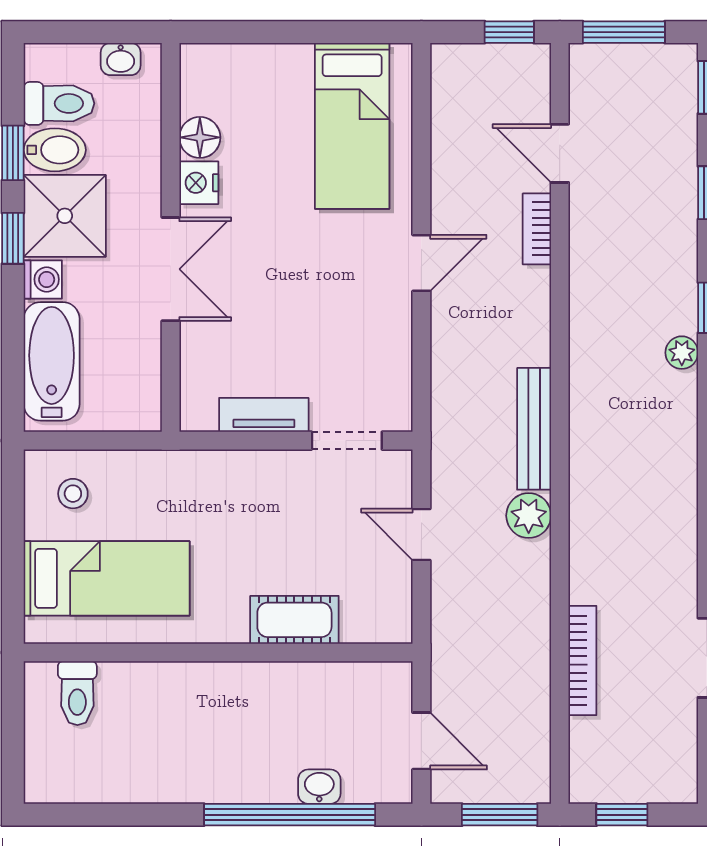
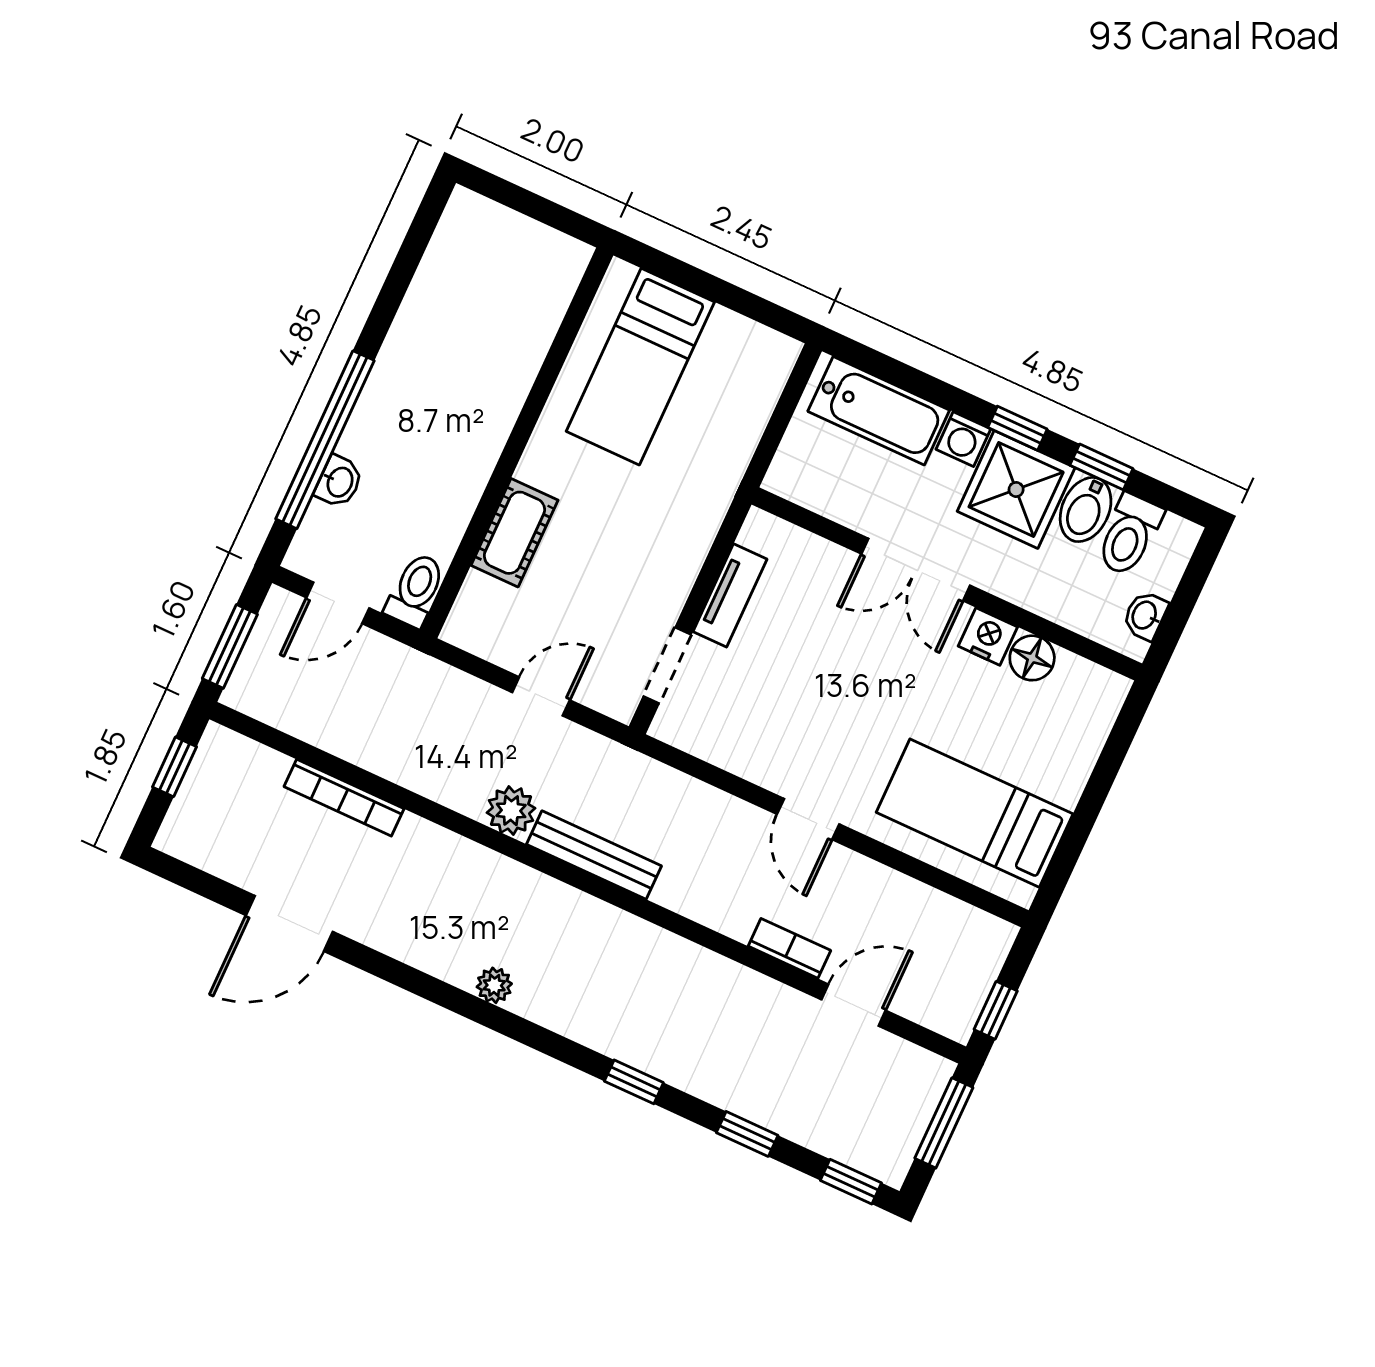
plant: (682, 353) -> (494, 985), moved
stool: (73, 494) -> (739, 372), removed
toilet: (77, 693) -> (416, 590), moved, turned 90

